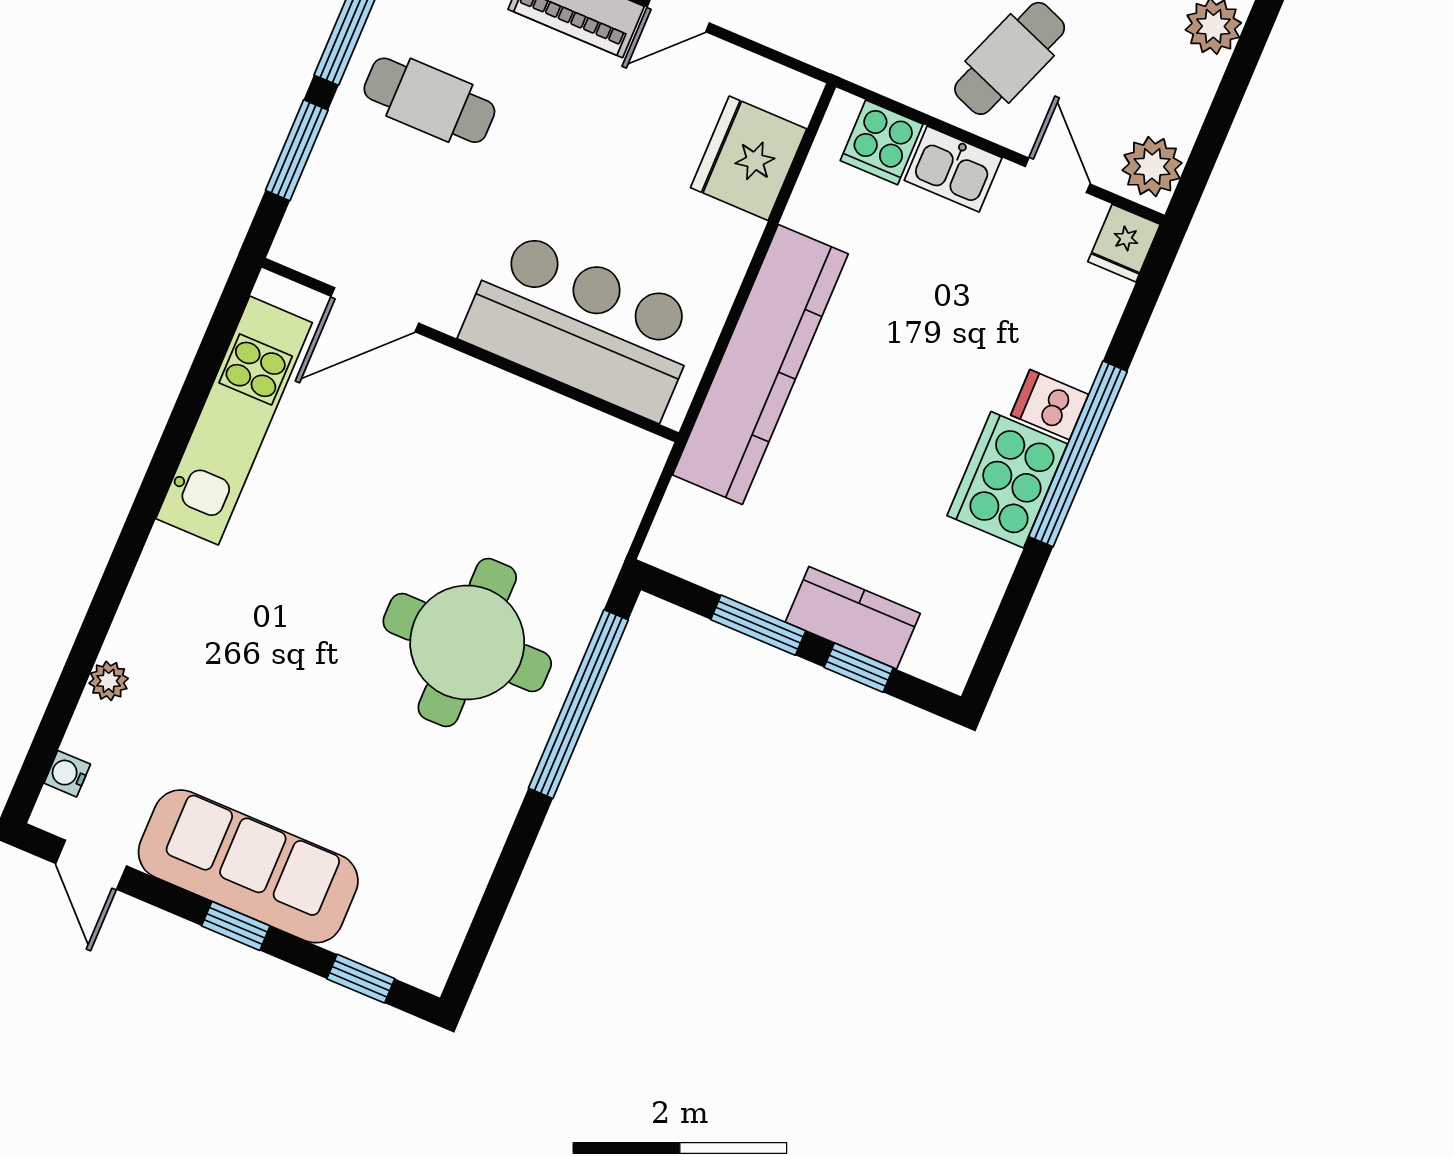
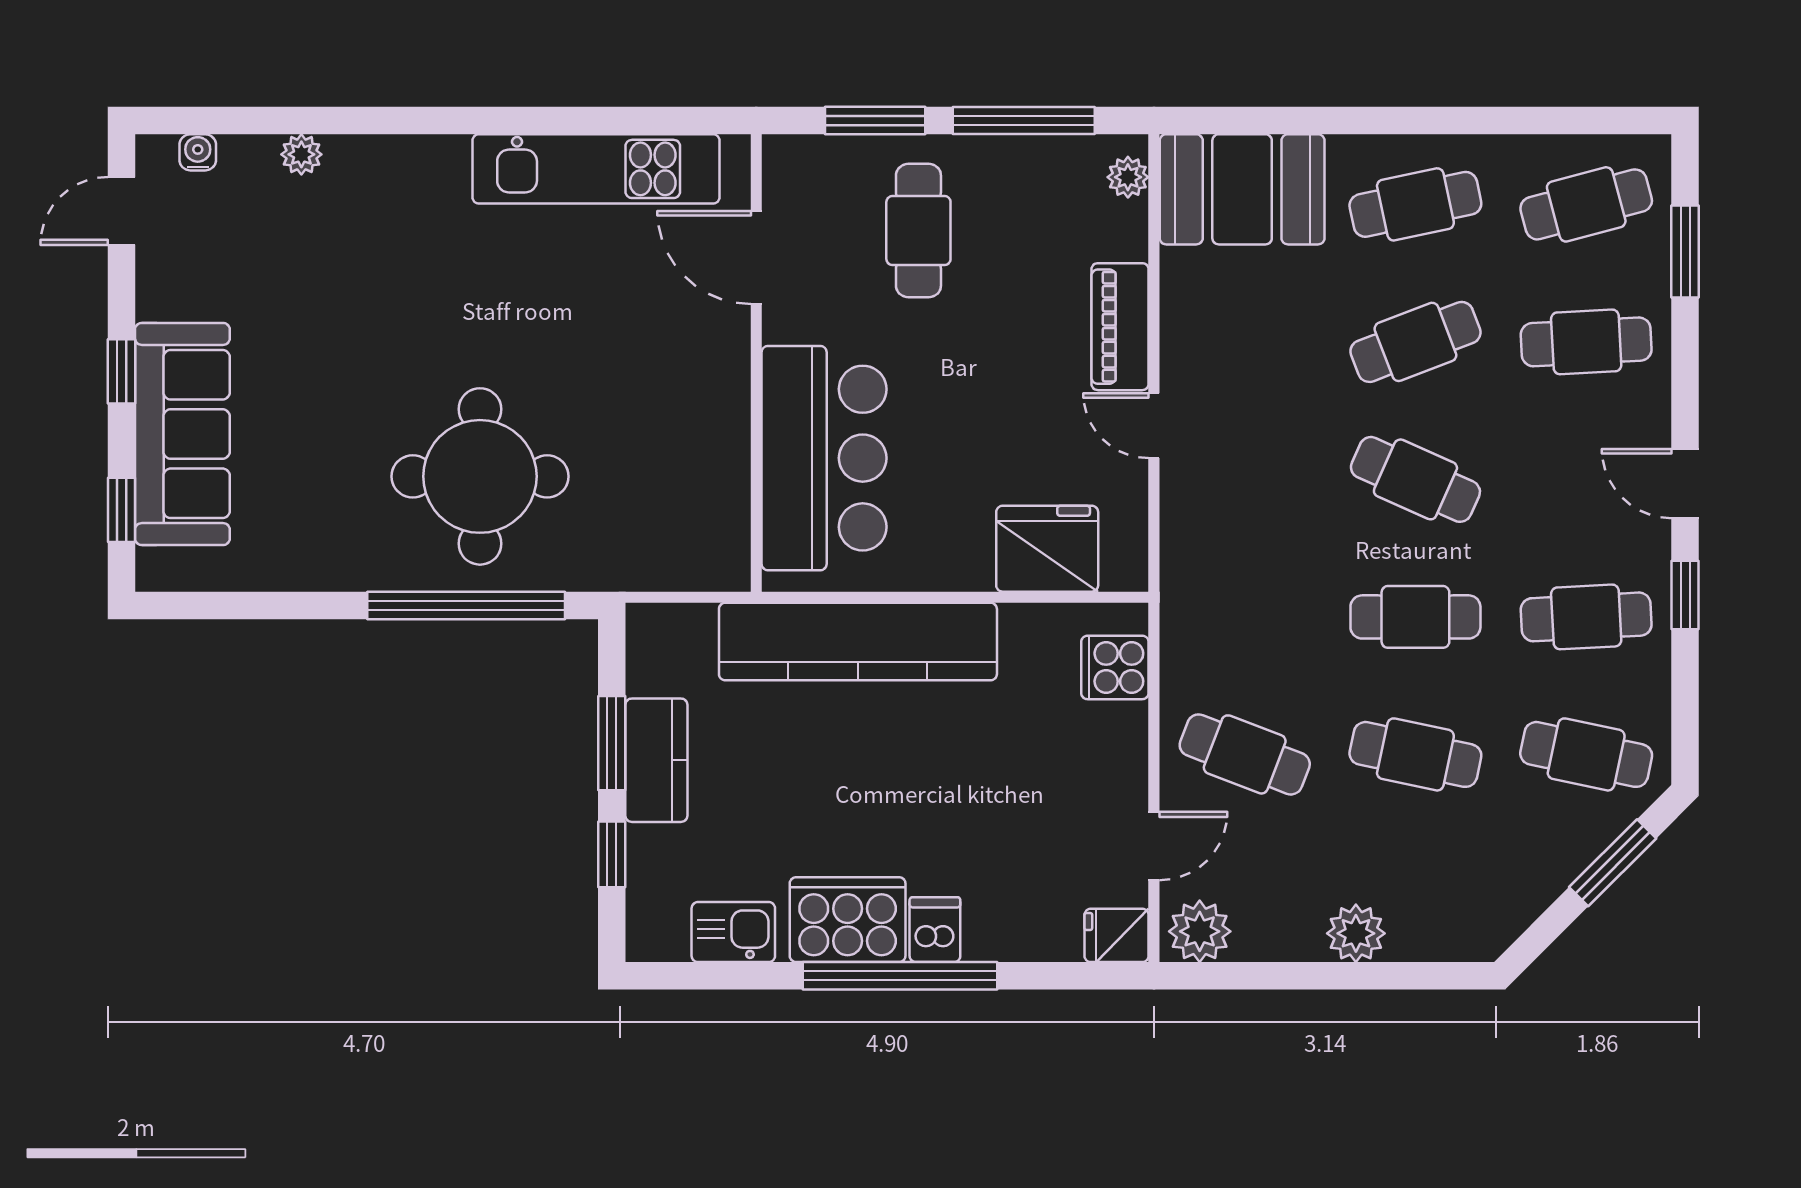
cafe table: (429, 100) -> (918, 231), moved
kitchen sink: (953, 169) -> (733, 932), moved, turned 90
kitchen counter: (853, 618) -> (656, 760), moved
sofa: (248, 866) -> (182, 434), moved

